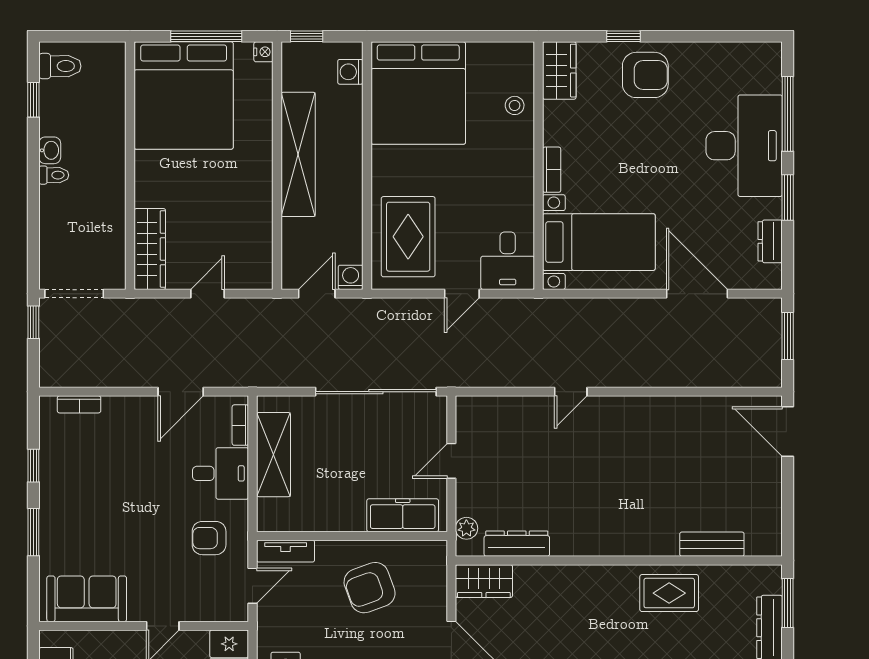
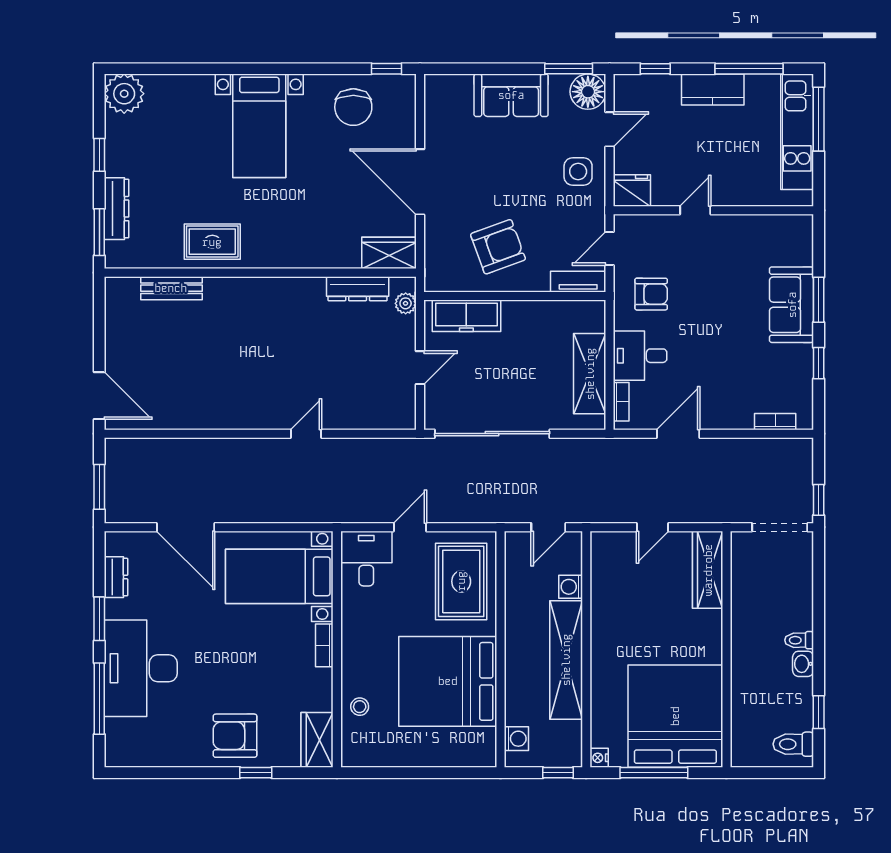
bed: (418, 93) -> (448, 681), moved, turned -90
washing machine: (351, 277) -> (571, 587), moved, turned 90
sofa: (87, 599) -> (792, 305), moved, turned 90

